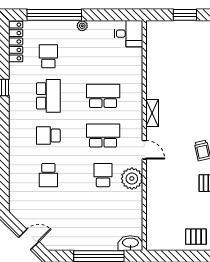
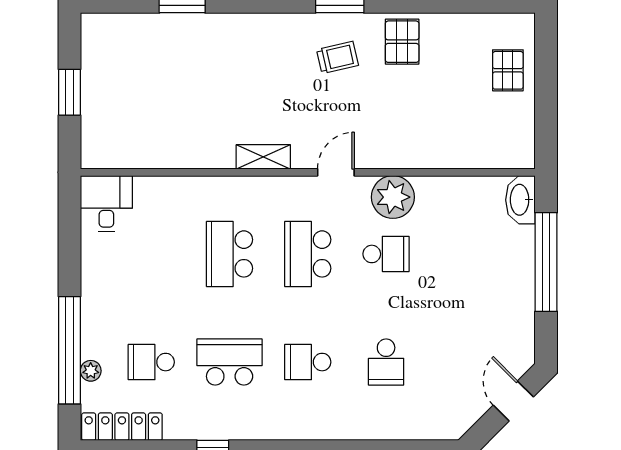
plant: (82, 26) -> (91, 371), moved
school desk: (48, 135) -> (308, 362), turned 90
school desk: (48, 175) -> (386, 362), turned 90
school desk: (103, 175) -> (386, 254), turned 180

